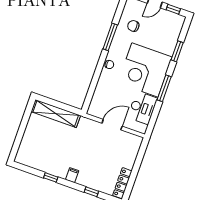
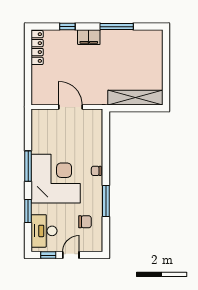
desk: (142, 108) -> (44, 231), moved
door: (112, 125) -> (70, 107), swing flipped
filing cabinet: (72, 175) -> (89, 37), width x2.00
window: (51, 177) -> (117, 27), width x2.17

